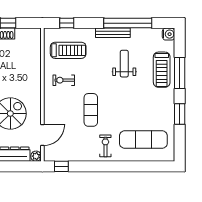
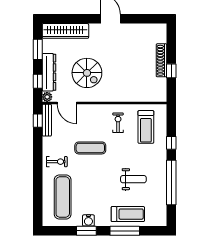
window: (67, 23) -> (171, 143), moved
bench: (113, 33) -> (47, 120), moved
water cooler: (169, 34) -> (88, 220), moved
treadmill: (162, 70) -> (128, 214), turned 180
window: (19, 166) -> (38, 81), added

